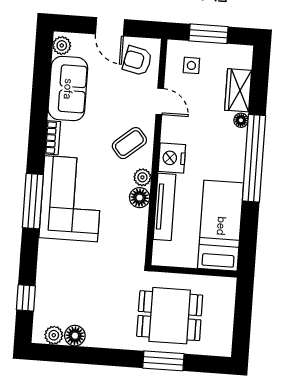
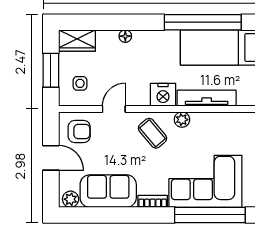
door: (110, 27) -> (51, 158), hinge flipped
armchair: (137, 61) -> (79, 131), turned -102
wardrobe: (238, 90) -> (77, 41), moved
window: (254, 158) -> (203, 22), moved
floor lamp: (140, 198) -> (200, 121), removed
window: (33, 201) -> (210, 215), width x1.46

